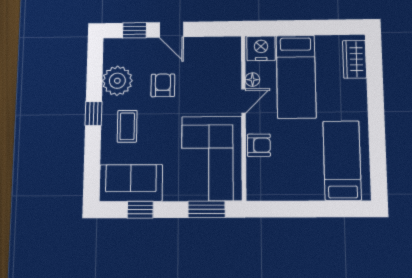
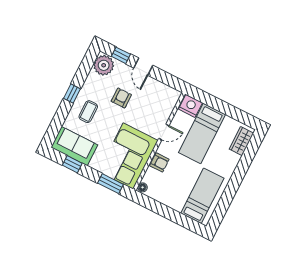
floor lamp: (252, 80) -> (143, 187), moved
plant: (117, 81) -> (104, 65), moved

